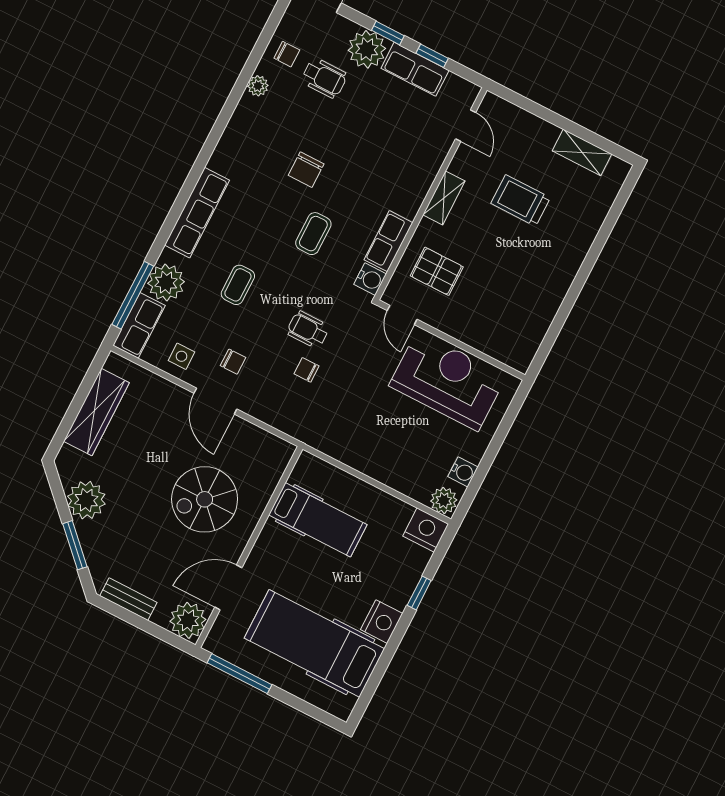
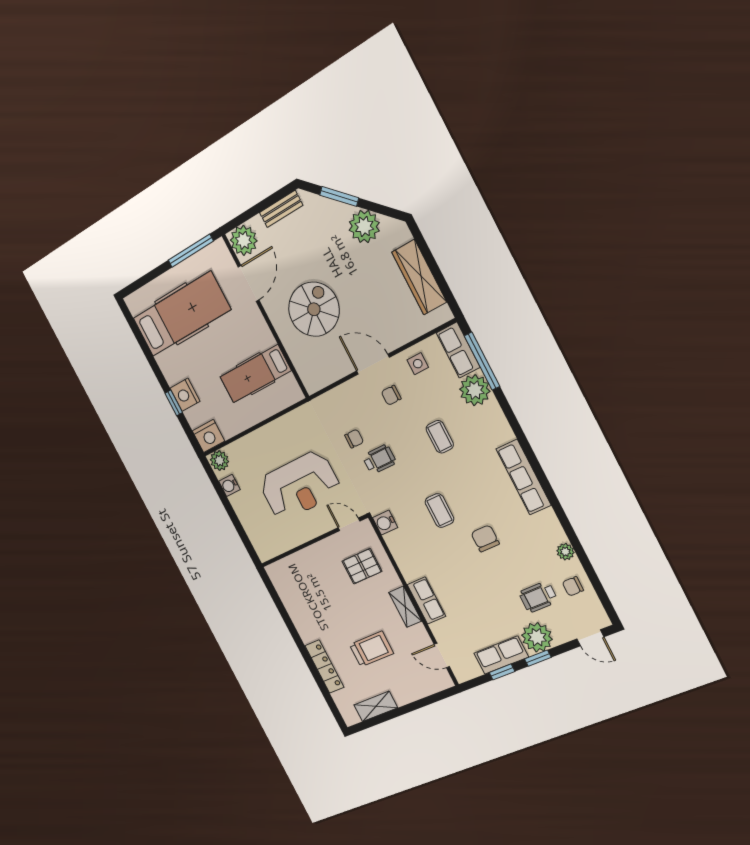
row of seats: (197, 213) -> (524, 477), moved
locker: (584, 236) -> (324, 666), added
row of seats: (388, 241) -> (426, 600), moved
reception desk: (448, 381) -> (300, 486), moved
nightstand: (382, 622) -> (185, 395), moved

